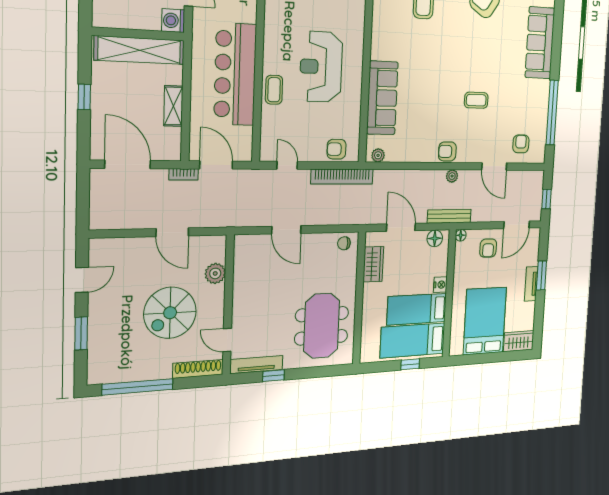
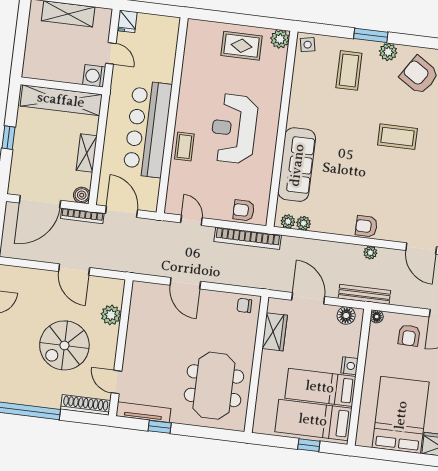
coffee table: (476, 100) -> (397, 137), moved, width x1.36, depth x1.30
boiler: (173, 152) -> (82, 195), added
plant: (392, 155) -> (304, 223), added
door: (128, 164) -> (40, 202), swing flipped
bookcase: (184, 174) -> (82, 216), width x1.56

